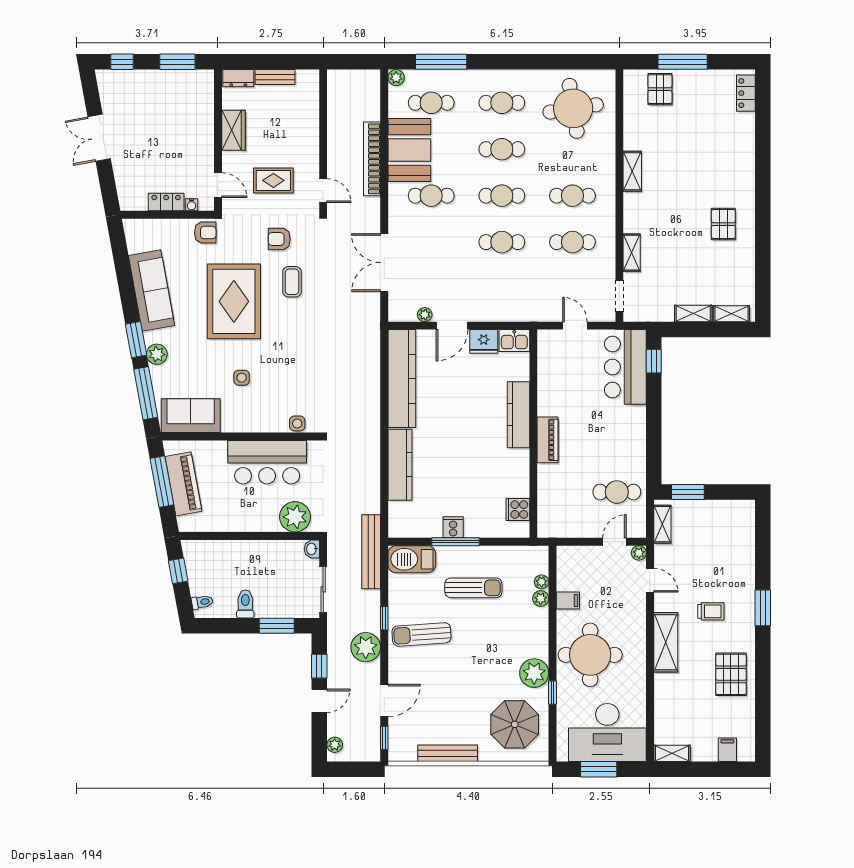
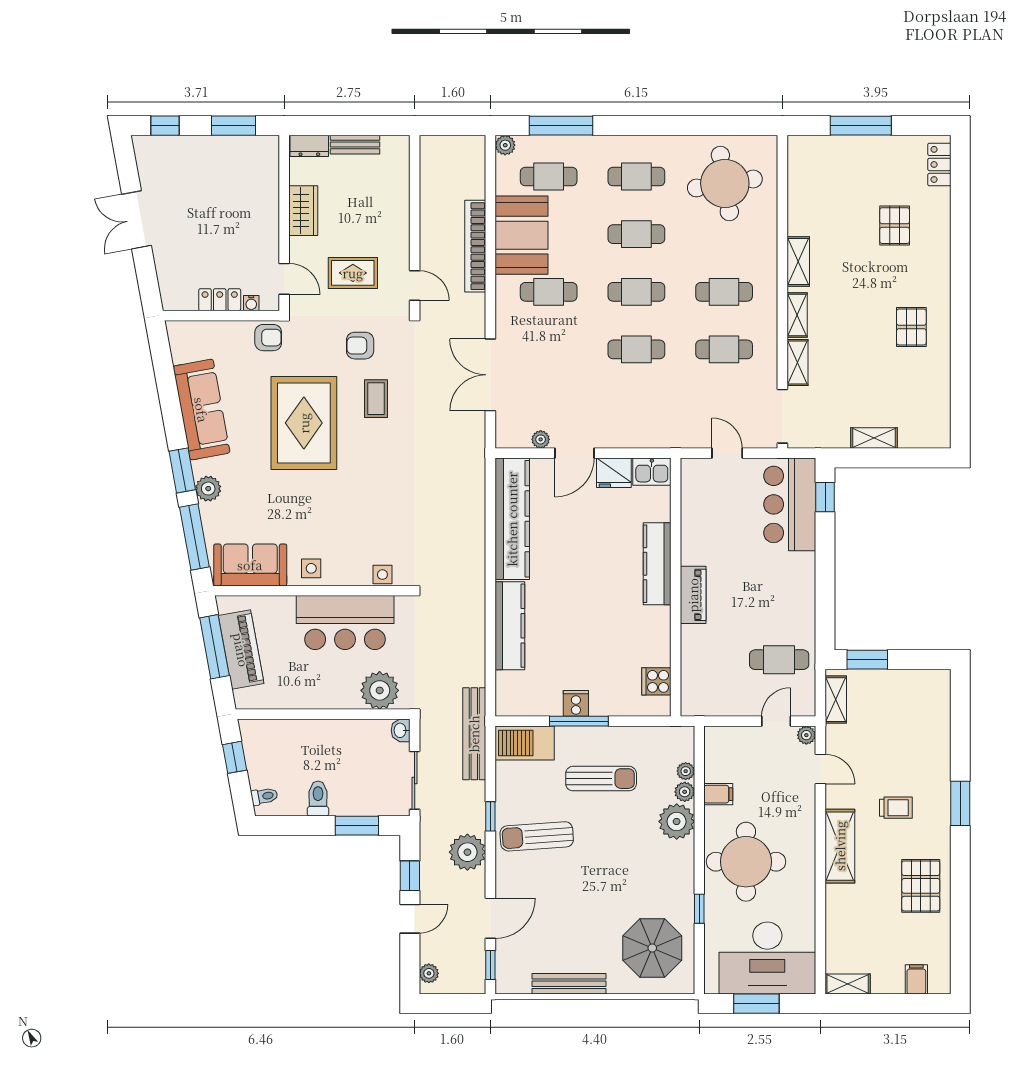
pallet: (660, 89) -> (895, 226), moved
doorway: (619, 296) -> (782, 416), width x1.38
shelving: (731, 314) -> (797, 315), moved, turned 90
side table: (242, 378) -> (311, 568), moved
plant: (534, 673) -> (677, 821), moved

